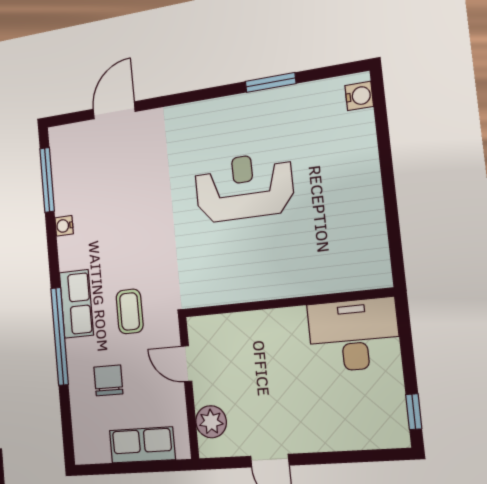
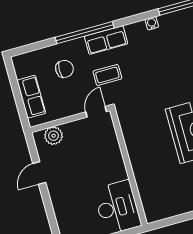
door: (186, 364) -> (96, 112), moved

